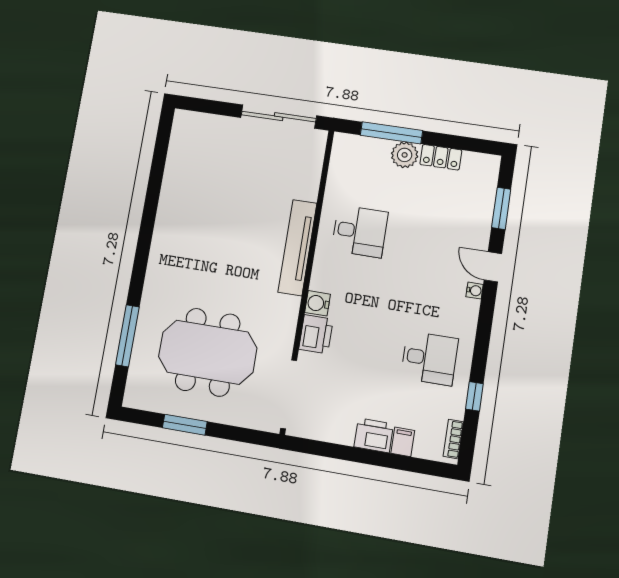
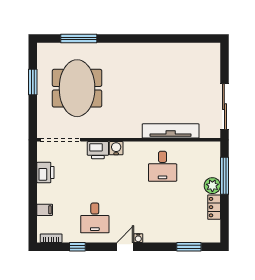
tv unit: (297, 248) -> (171, 131), moved
door: (493, 267) -> (125, 247), moved
printer: (374, 435) -> (45, 172), moved

